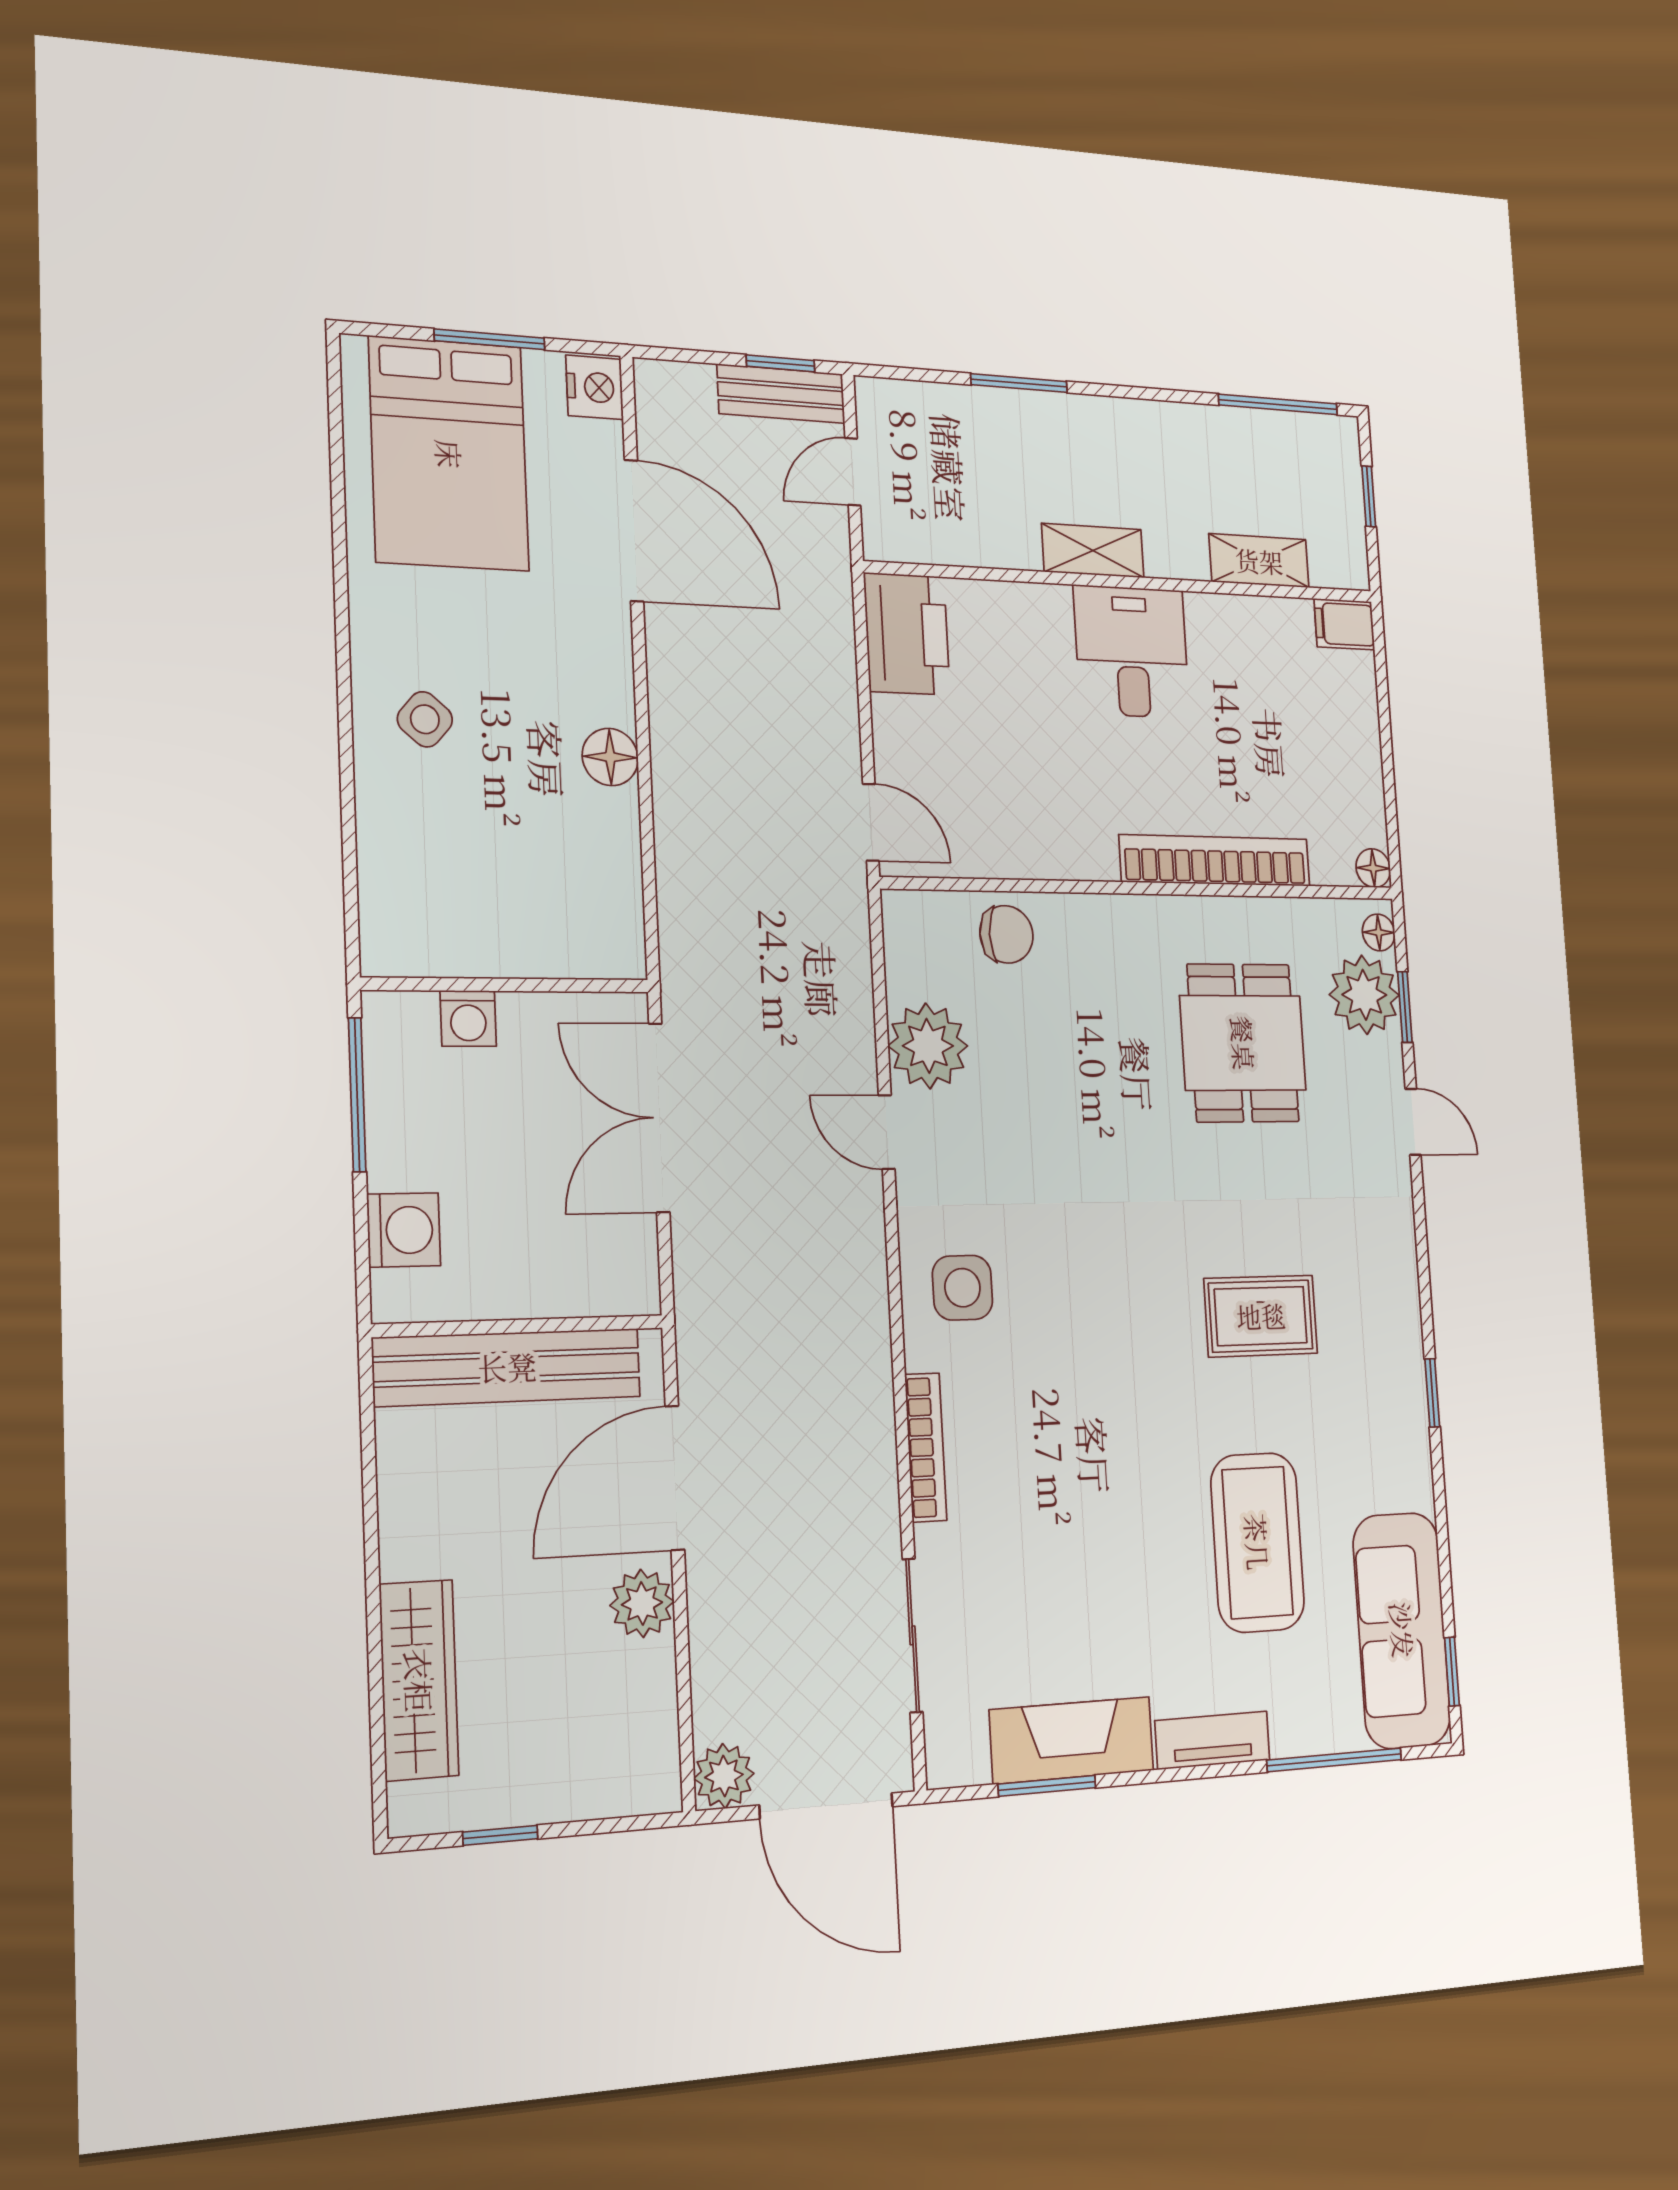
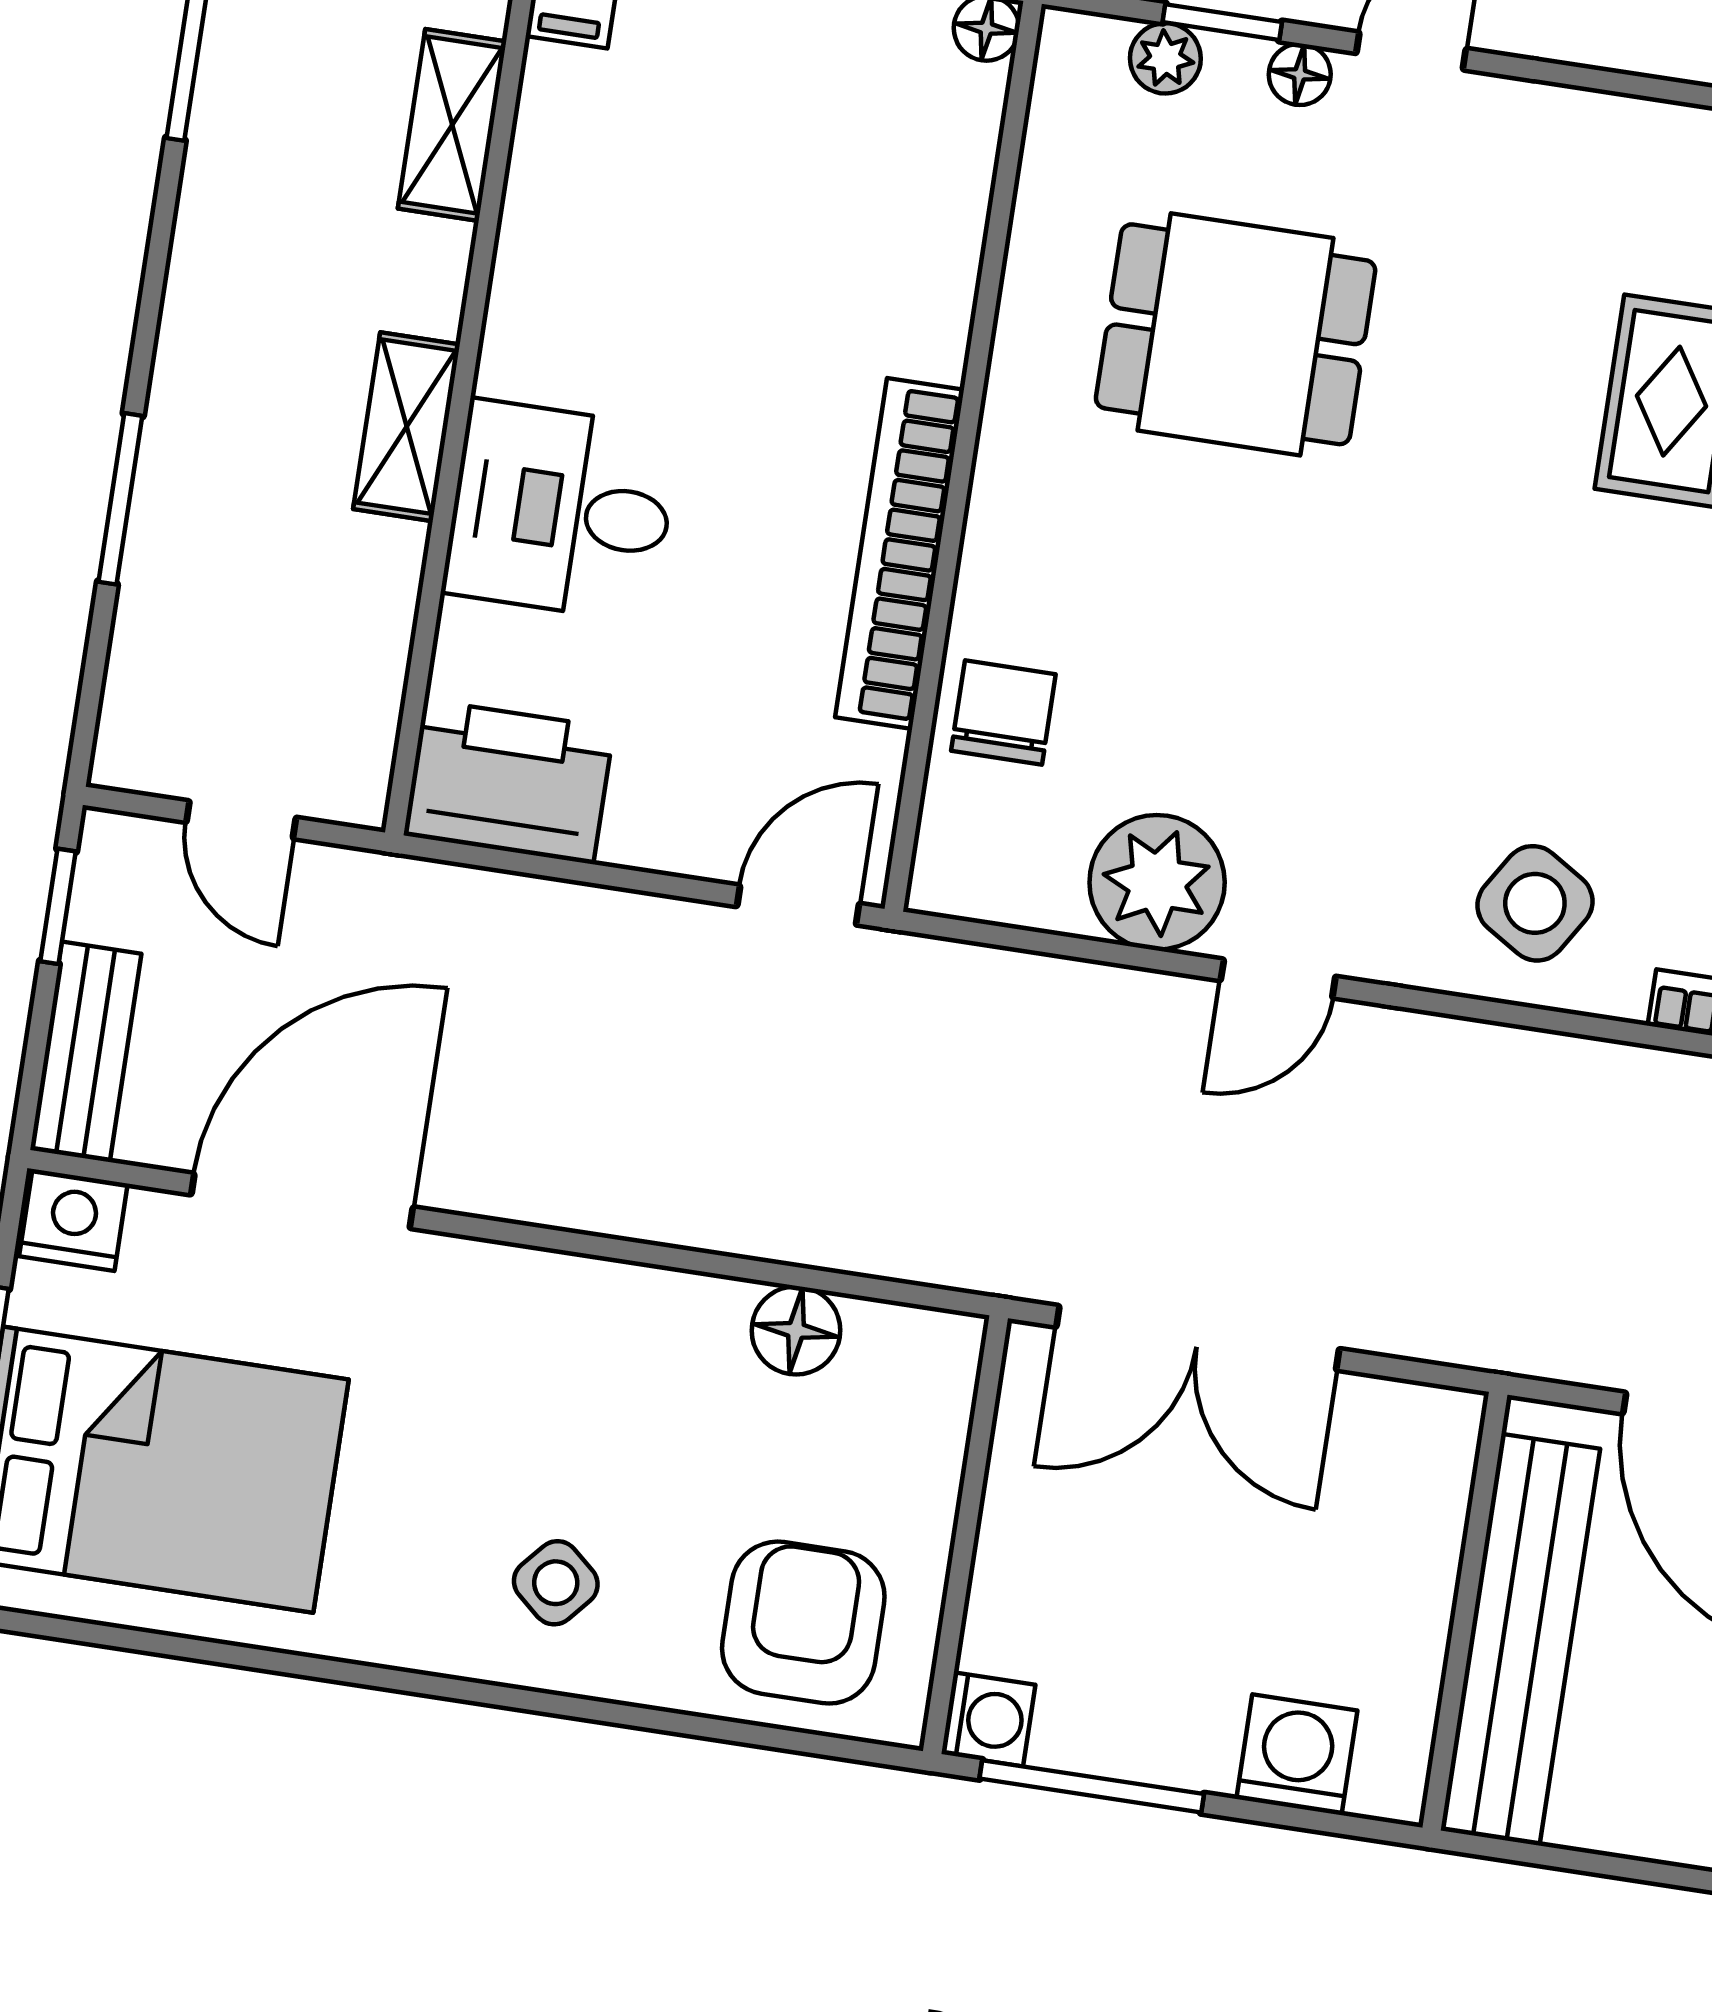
bench: (781, 394) -> (86, 1052), moved
desk: (1132, 652) -> (561, 511), moved
floor lamp: (610, 757) -> (796, 1330), moved
bookcase: (1215, 860) -> (900, 553), moved
armchair: (429, 886) -> (803, 1623), added
floor lamp: (1379, 932) -> (1300, 74), moved
plant: (1364, 995) -> (1165, 58), width x0.53, depth x0.53
washing machine: (468, 1018) -> (988, 1719), moved
side table: (962, 1288) -> (1535, 903), turned 32

